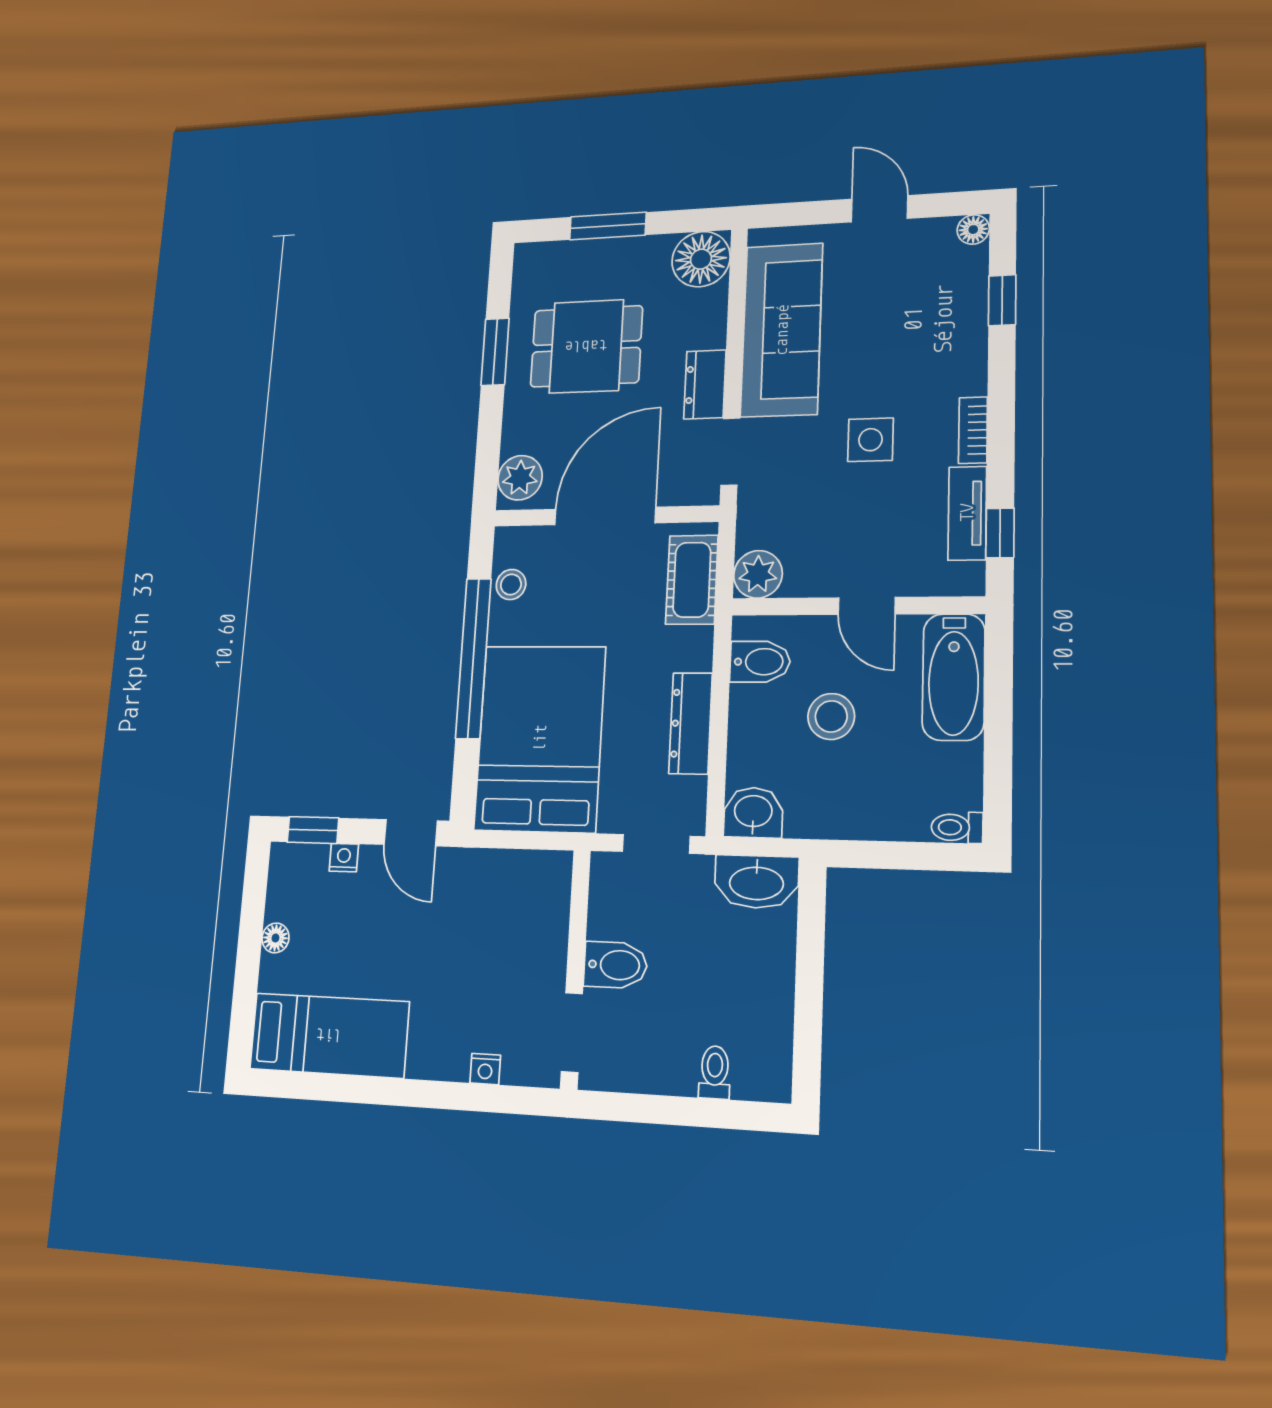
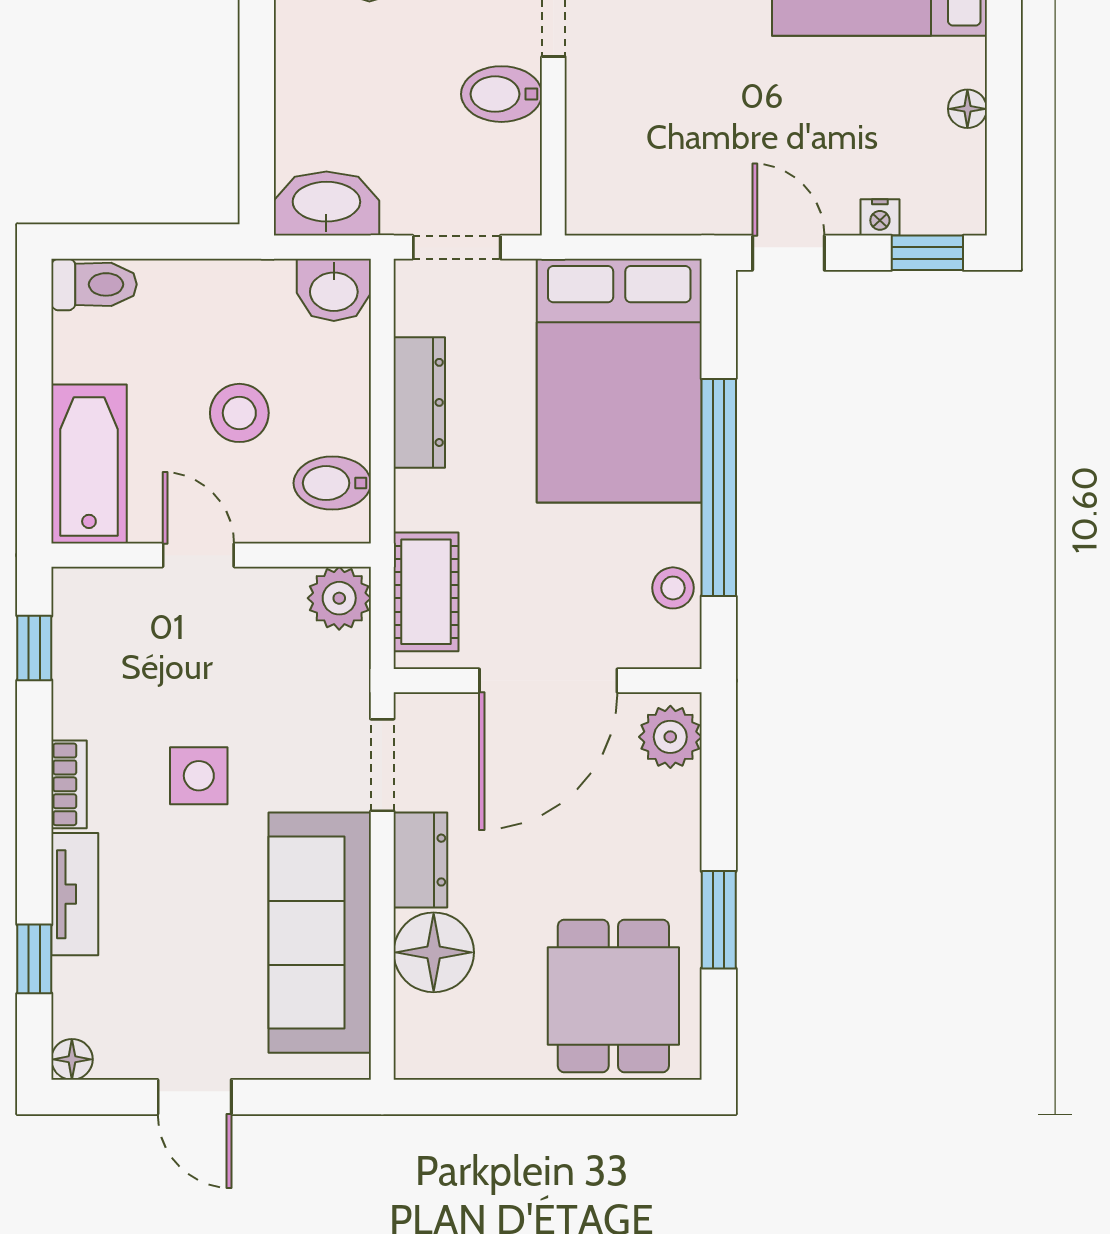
window: (608, 226) -> (567, 1097), removed
floor lamp: (701, 259) -> (434, 952), moved
dining table: (586, 346) -> (613, 996), moved, turned 90
tv unit: (967, 513) -> (75, 894), moved
toilet: (957, 827) -> (94, 284), width x1.37, depth x1.39

